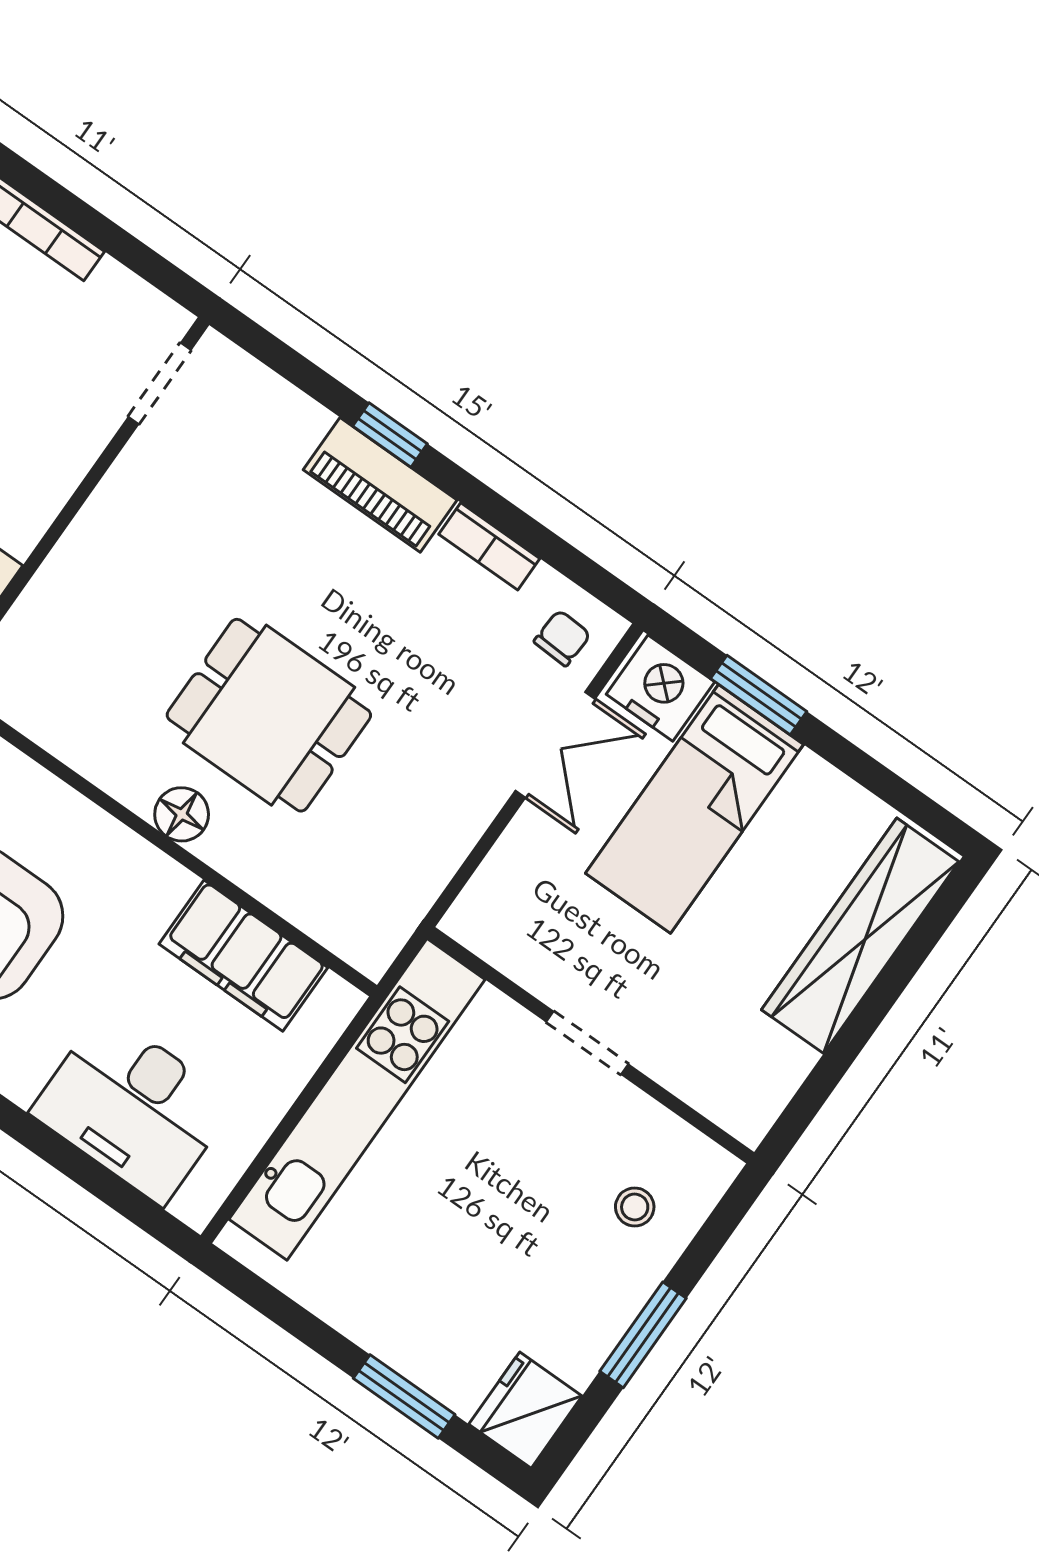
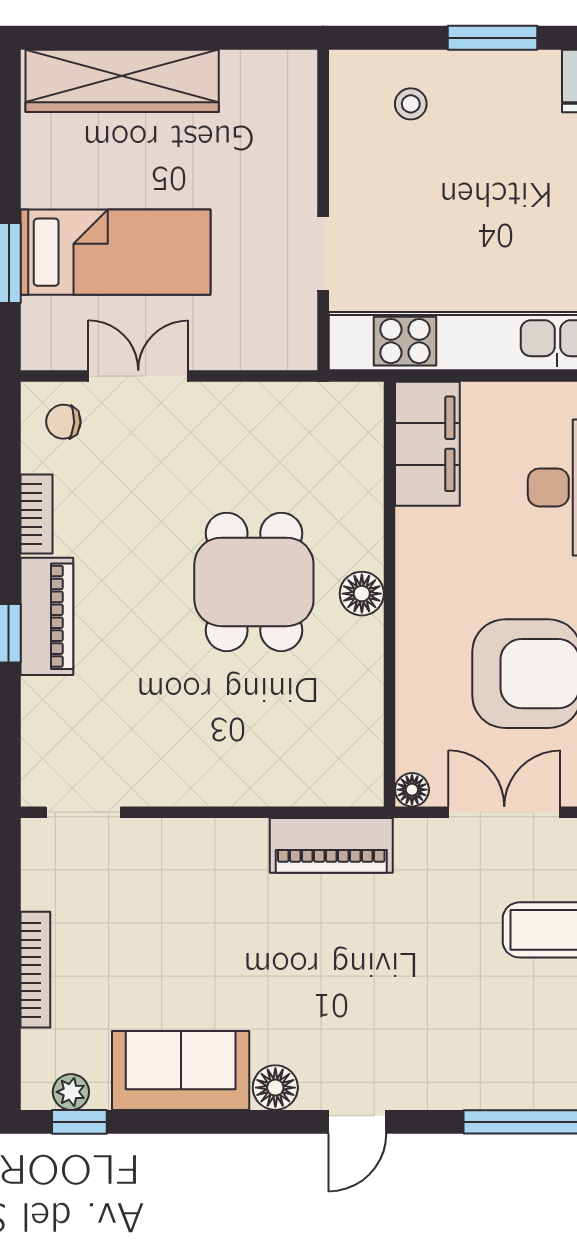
nightstand: (660, 688) -> (51, 332), removed
filing cabinet: (243, 956) -> (427, 444), moved
doorway: (587, 1043) -> (323, 253), moved

